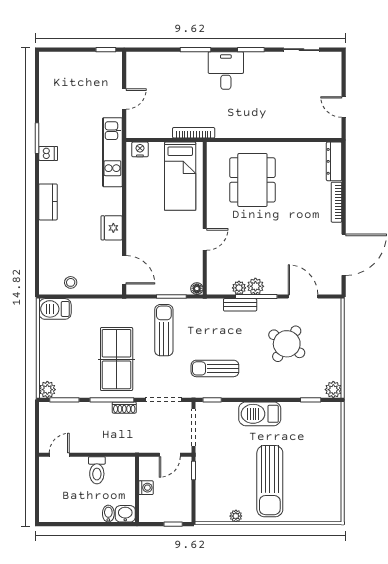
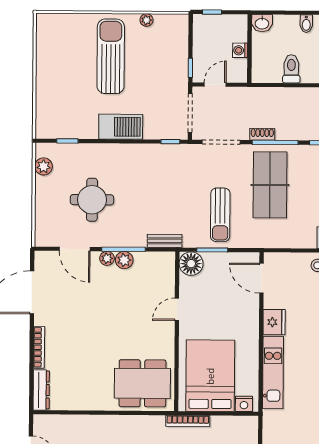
kitchen unit: (112, 152) -> (273, 372), moved
bed: (180, 176) -> (210, 376), width x1.50
dining table: (252, 180) -> (142, 383), moved, turned 90
plant: (239, 288) -> (107, 258), moved
floor lamp: (197, 289) -> (191, 264), width x1.89, depth x1.89
bench: (240, 305) -> (165, 241), moved
round table: (287, 344) -> (92, 200), turned -35
sun lounger: (215, 368) -> (167, 174), removed
plant: (333, 390) -> (44, 166), moved
bidet: (108, 514) -> (306, 24), moved

